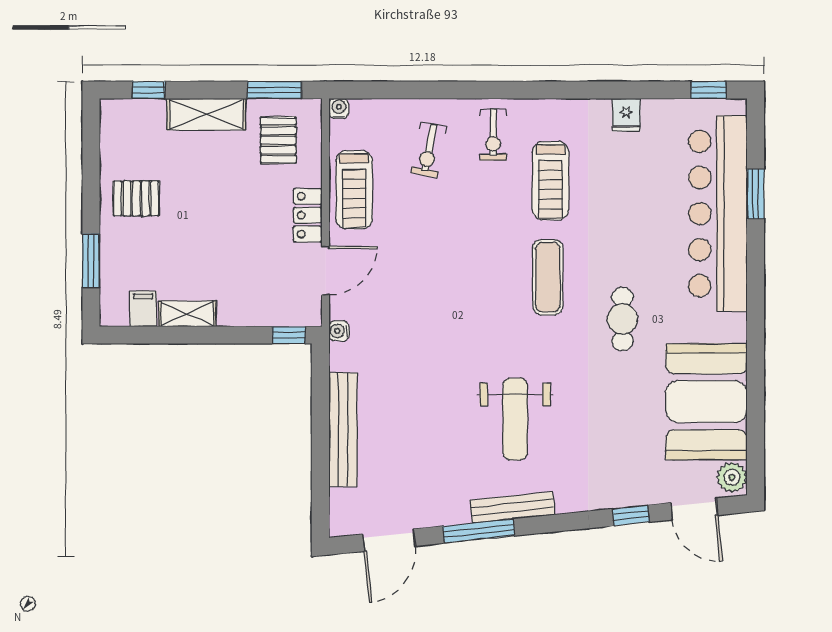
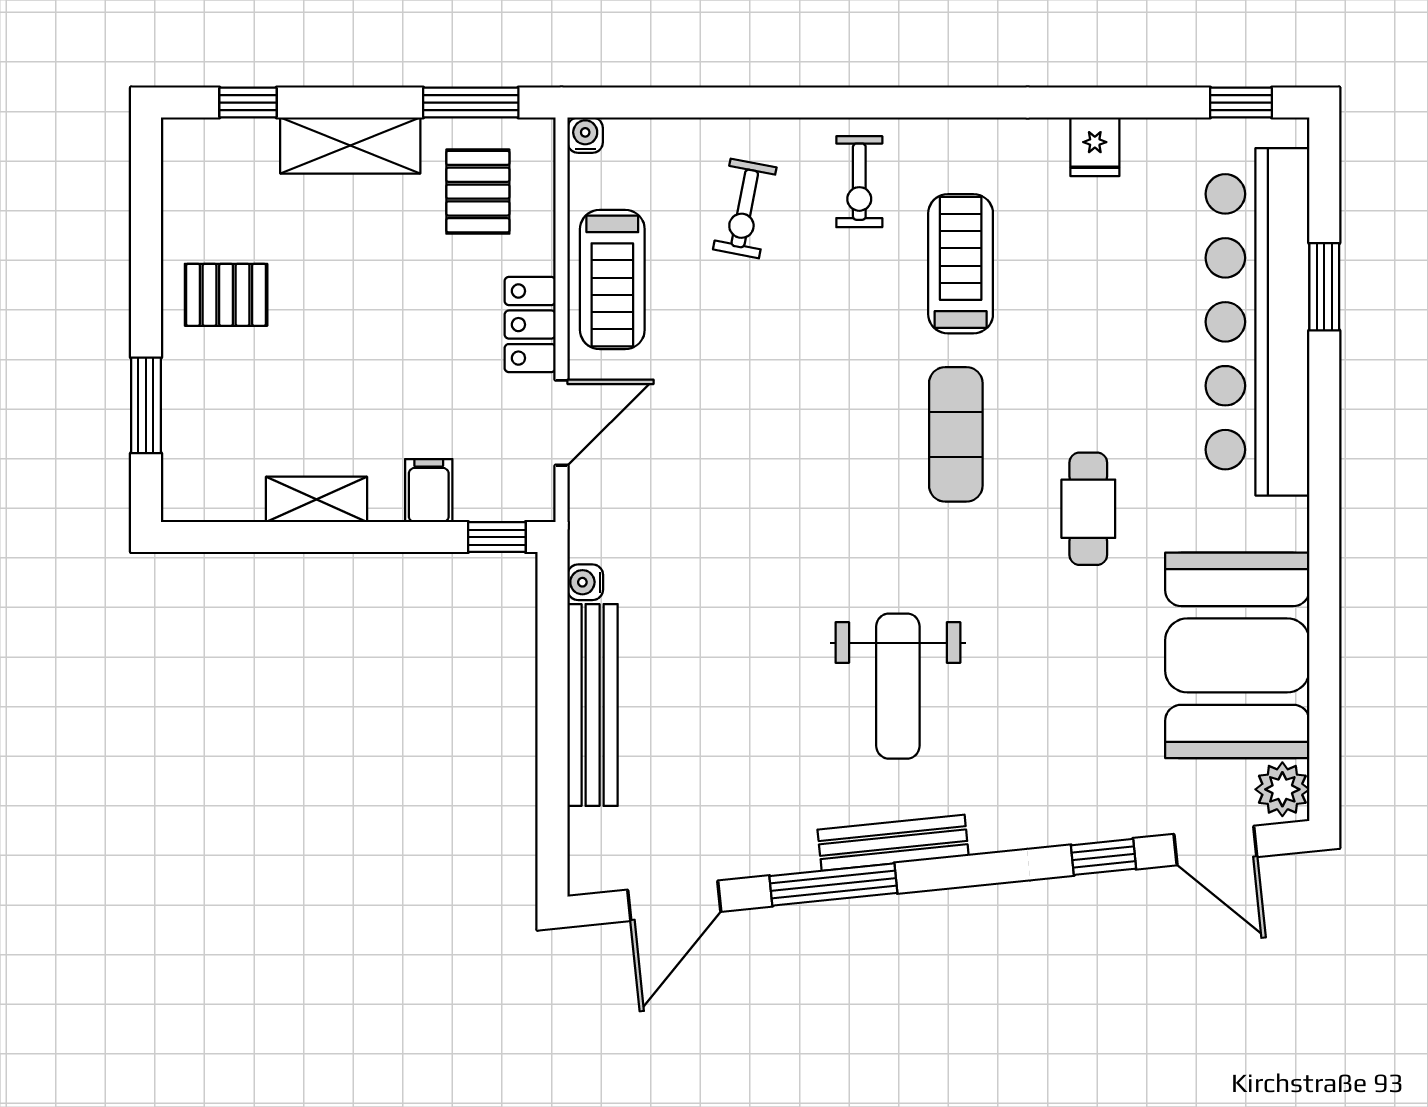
treadmill: (550, 181) -> (961, 264), turned 180
filing cabinet: (143, 309) -> (429, 491), moved
water cooler: (339, 331) -> (585, 582), moved

